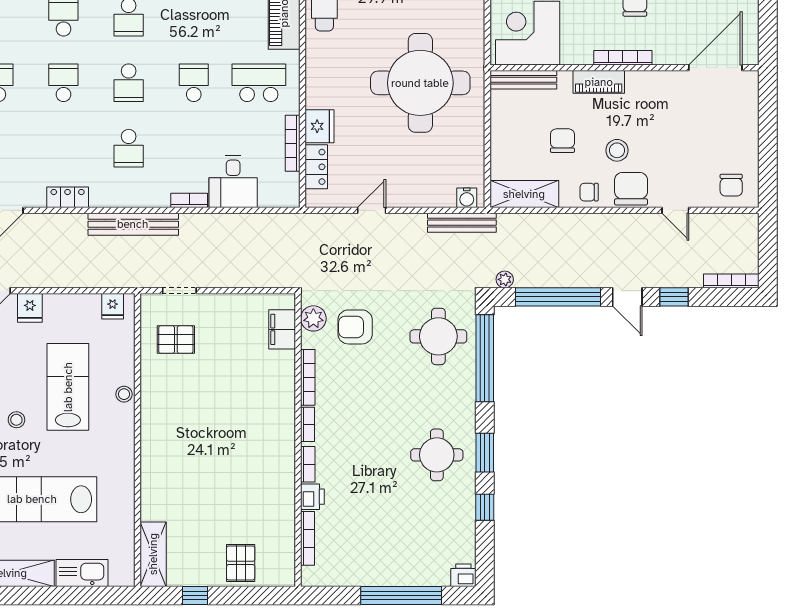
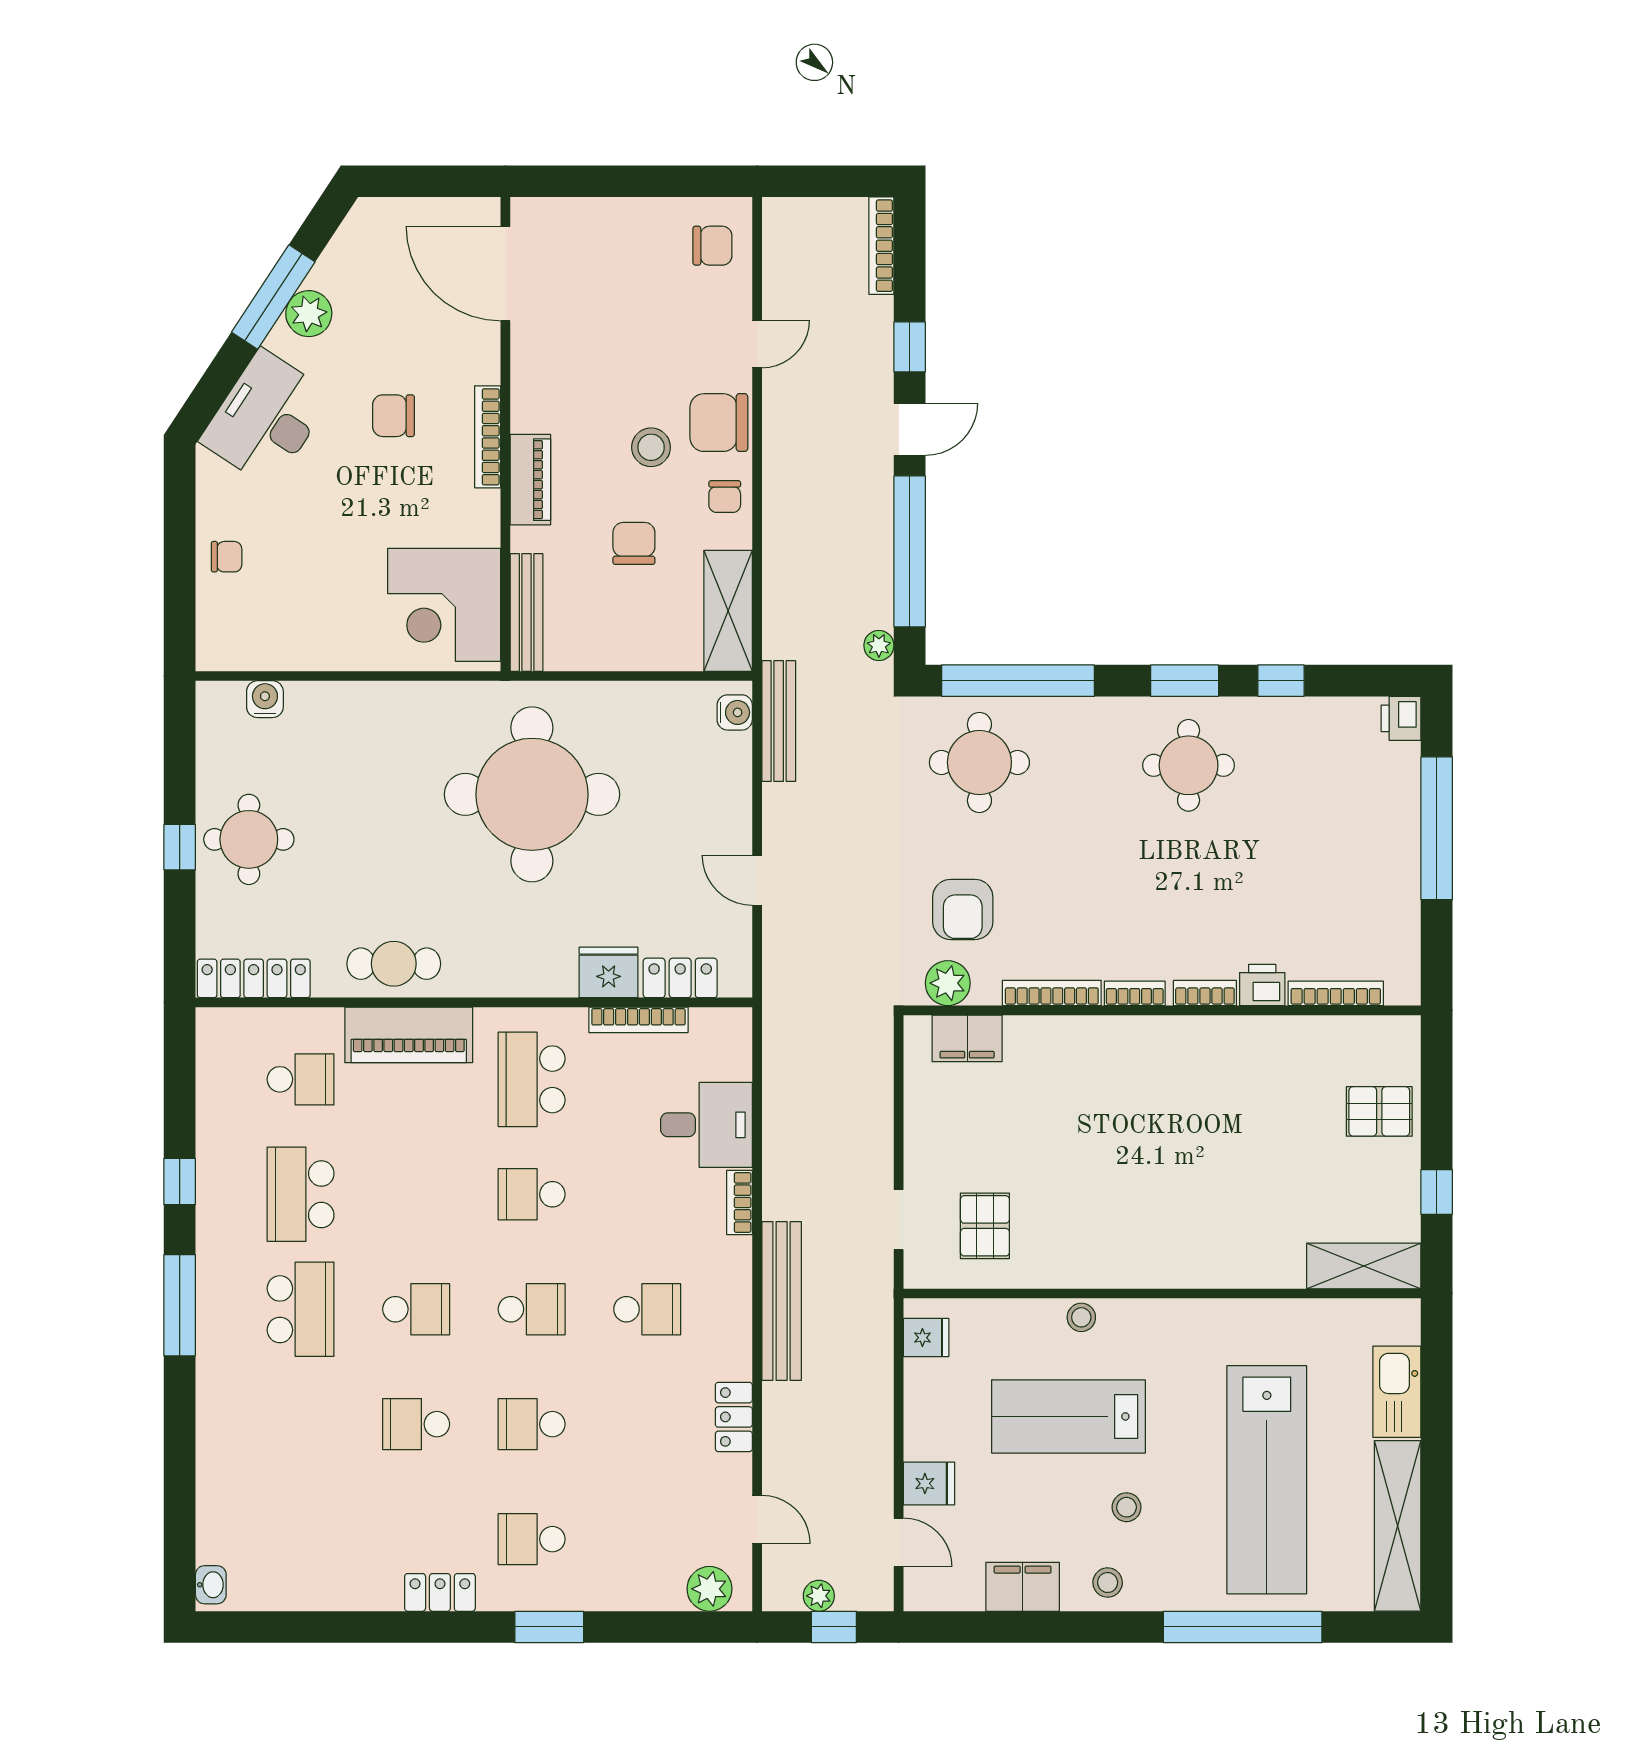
chair: (562, 141) -> (634, 543), turned 90

